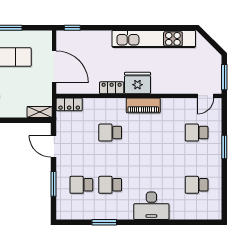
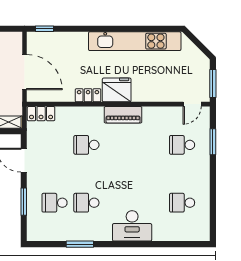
window: (224, 147) -> (213, 142), moved

